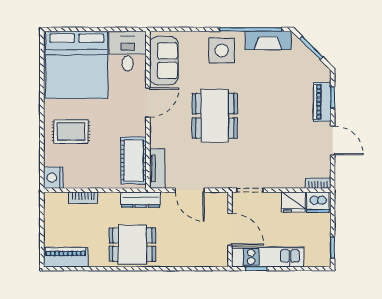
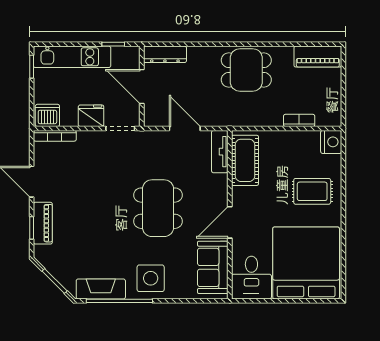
bookcase: (318, 183) -> (55, 136), width x1.56
dresser: (141, 200) -> (165, 54), moved, turned 180
fridge: (293, 202) -> (91, 116), moved
kitchen unit: (268, 257) -> (72, 57), moved

